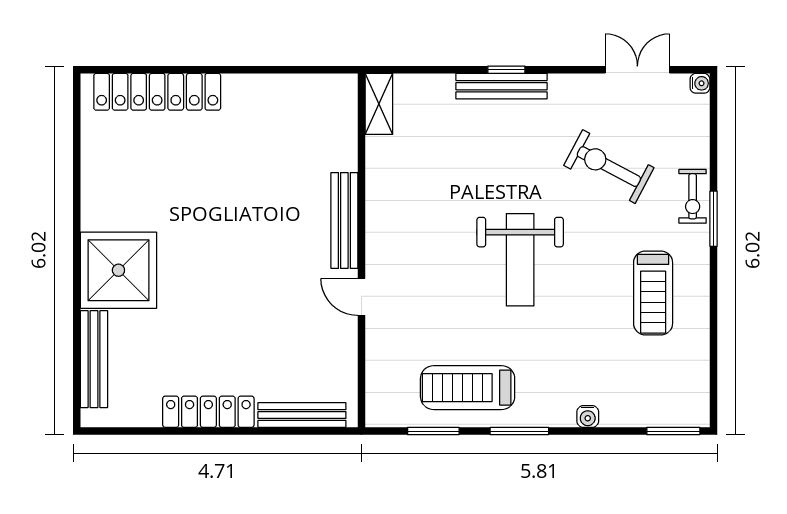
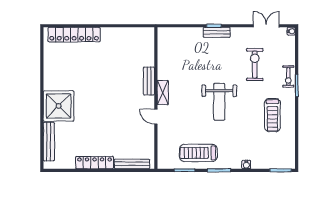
bench: (502, 86) -> (217, 32), width x0.73
shelving: (379, 104) -> (163, 92), moved
exercise bike: (609, 167) -> (255, 65), turned 62
bench: (344, 220) -> (149, 81), width x0.73

